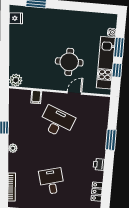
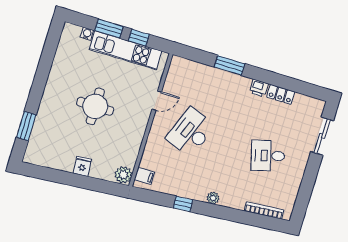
fridge: (16, 18) -> (82, 166), moved
round table: (69, 62) -> (95, 106), moved
door: (74, 93) -> (157, 101), swing flipped
filing cabinet: (36, 97) -> (144, 176), moved
locker: (97, 192) -> (281, 94), moved

